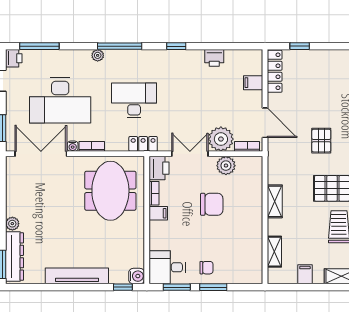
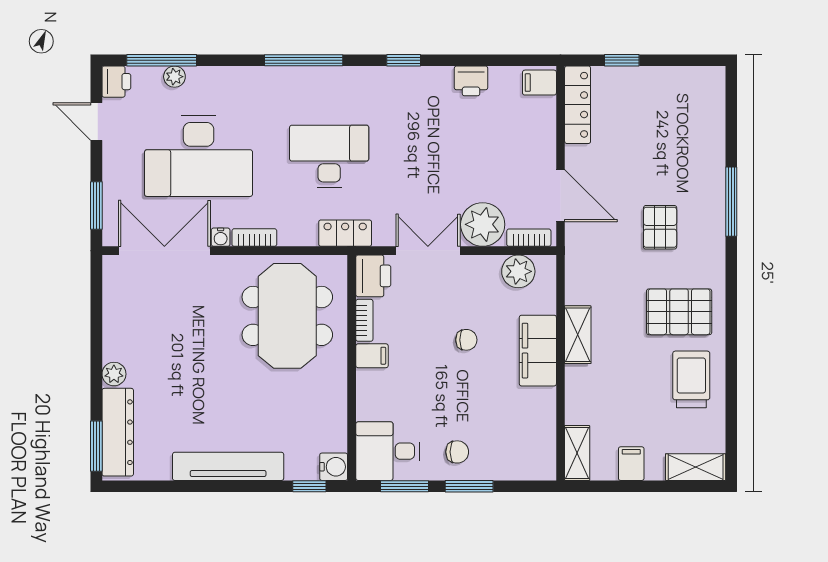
plant: (98, 55) -> (174, 77), moved
filing cabinet: (253, 83) -> (539, 83), moved
plant: (226, 166) -> (518, 271), moved
chair: (212, 204) -> (466, 340), width x0.54, depth x0.54
filing cabinet: (252, 210) -> (538, 351), added
shelving: (274, 252) -> (577, 453), moved

